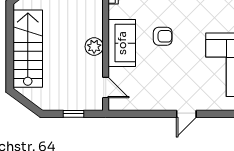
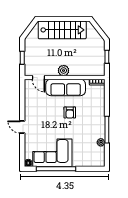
sofa: (122, 43) -> (66, 87), width x1.36
door: (106, 87) -> (38, 78), hinge flipped

